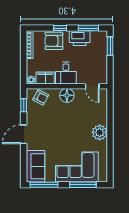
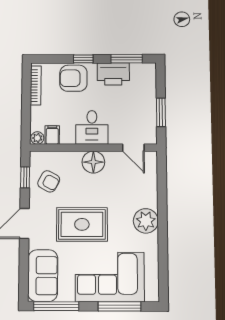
window: (110, 46) -> (161, 112), moved
filing cabinet: (45, 78) -> (52, 135), width x0.50
armchair: (41, 97) -> (49, 181), moved
rug: (60, 135) -> (82, 224), added

